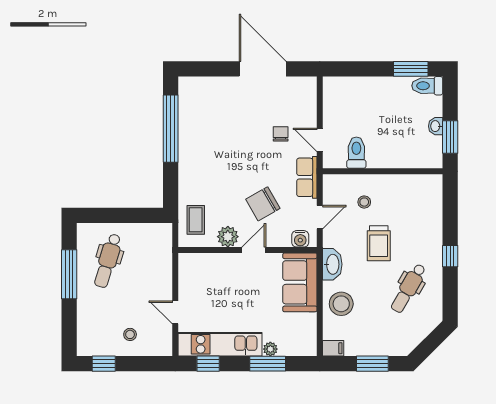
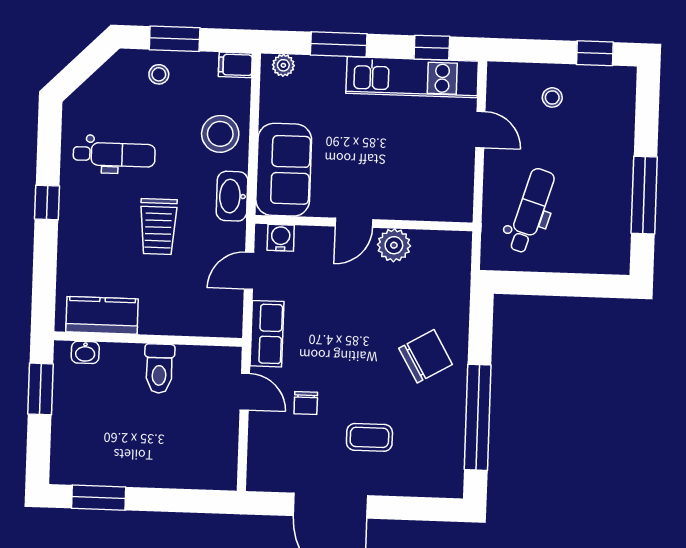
toilet: (427, 86) -> (74, 470), removed
washbasin: (436, 126) -> (85, 352), moved, turned 90
toilet: (356, 153) -> (159, 369), moved
kitchen counter: (413, 185) -> (102, 315), added
stool: (364, 202) -> (159, 74), moved
chair: (263, 204) -> (426, 356), moved
coffee table: (196, 220) -> (369, 437), moved, turned 90
trolley: (379, 243) -> (158, 227), turned 180
dental chair: (108, 261) -> (531, 211), moved
dental chair: (408, 288) -> (114, 155), turned 60
plant: (270, 349) -> (283, 65), moved

